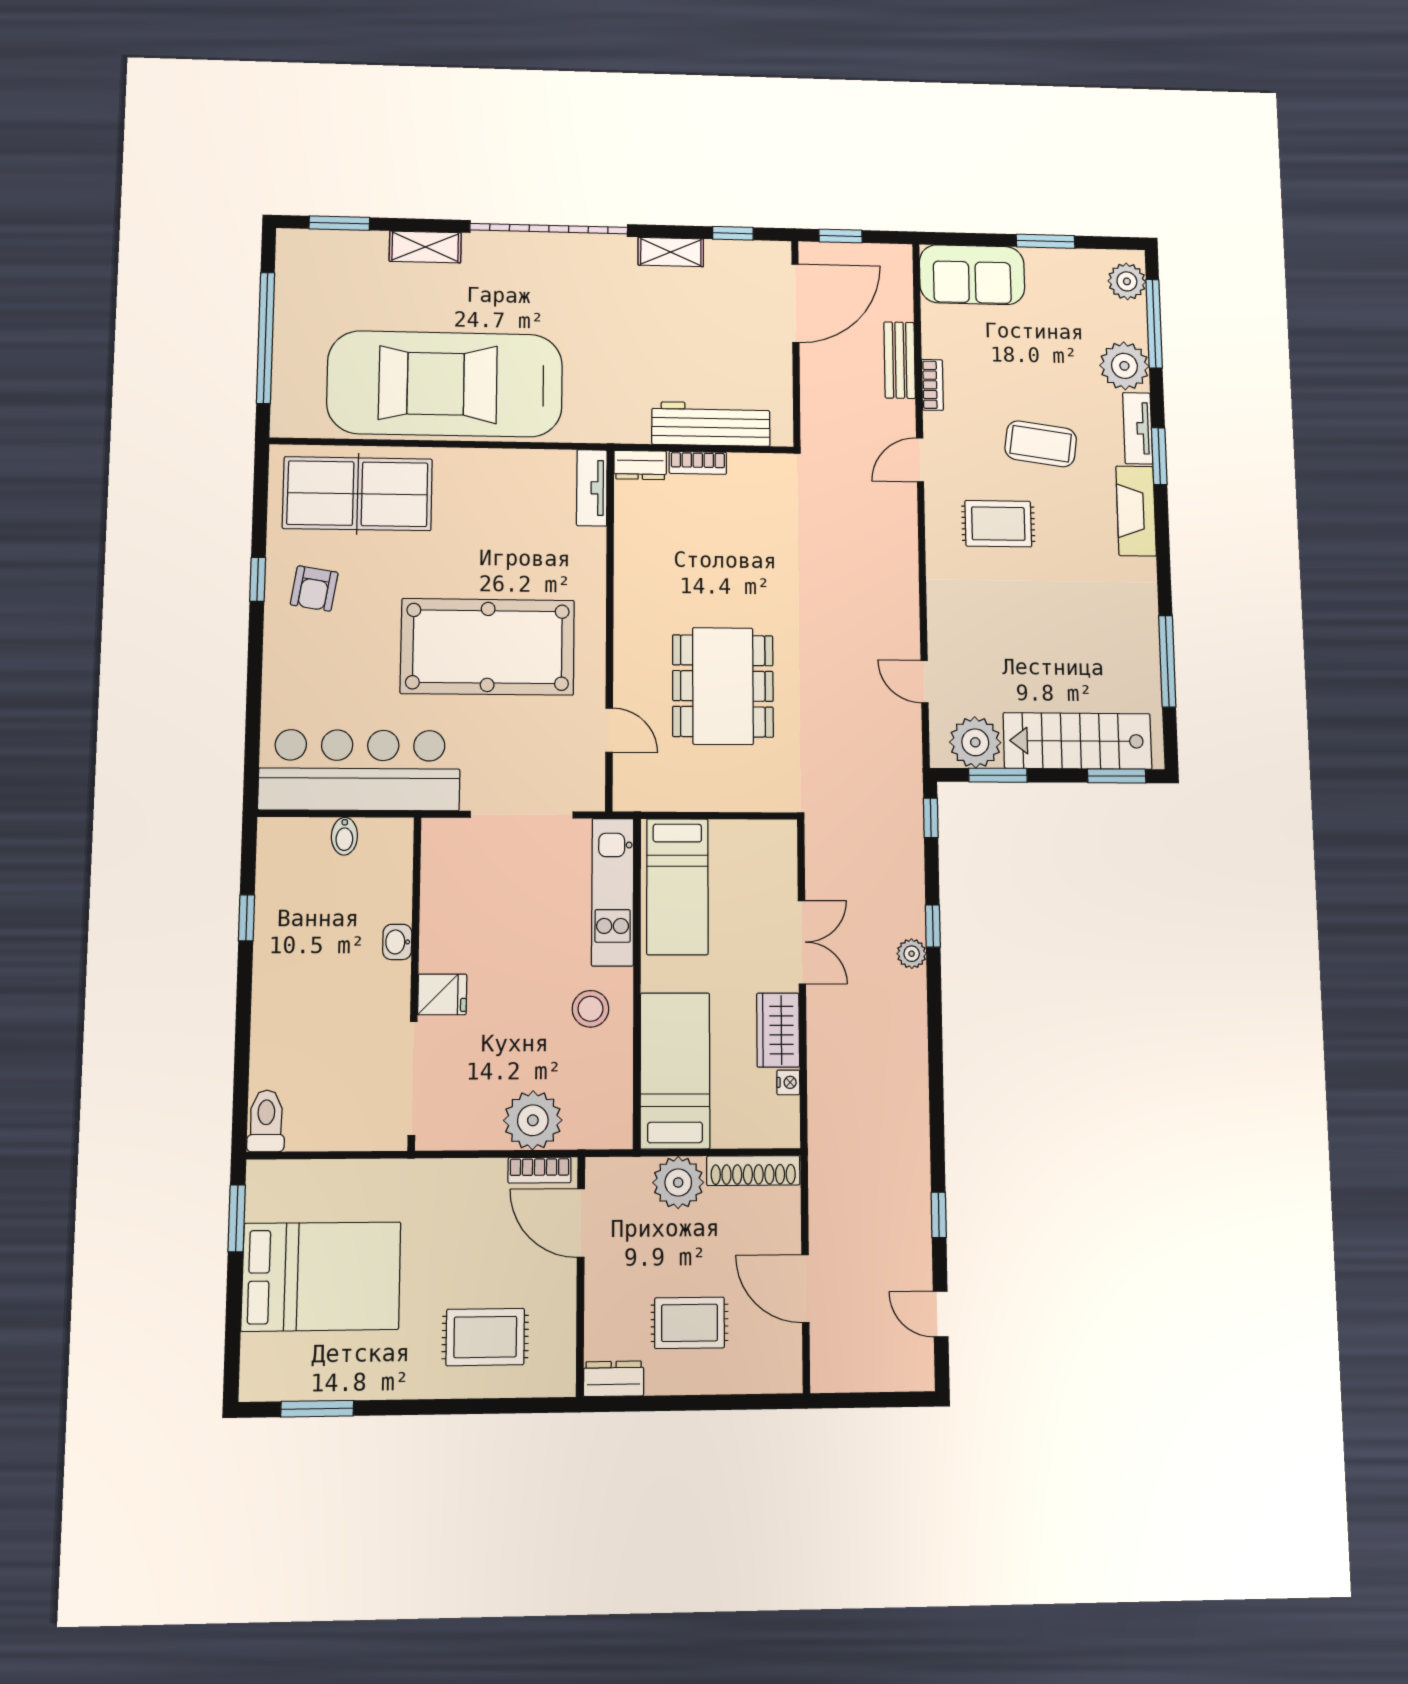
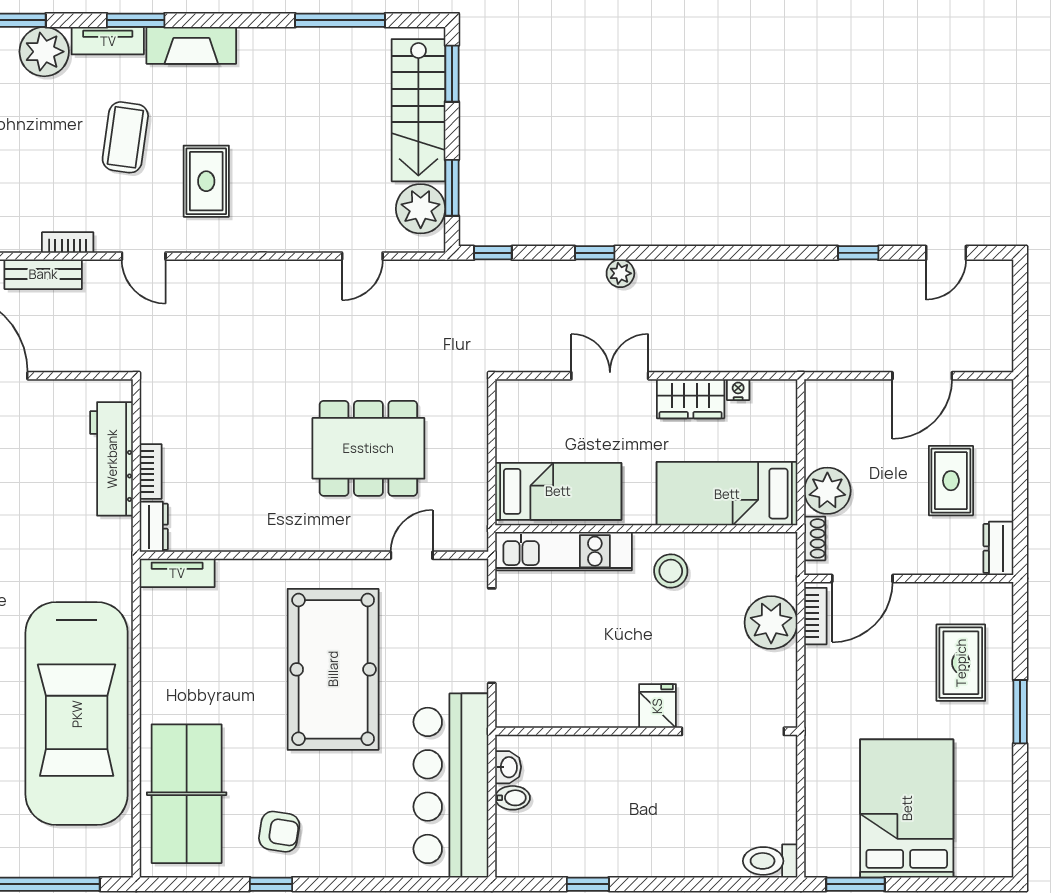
washbasin: (397, 942) -> (508, 767), moved, turned -90
shoe rack: (753, 1171) -> (815, 538), moved, width x0.51, depth x0.81
window: (317, 1409) -> (1020, 712), moved

